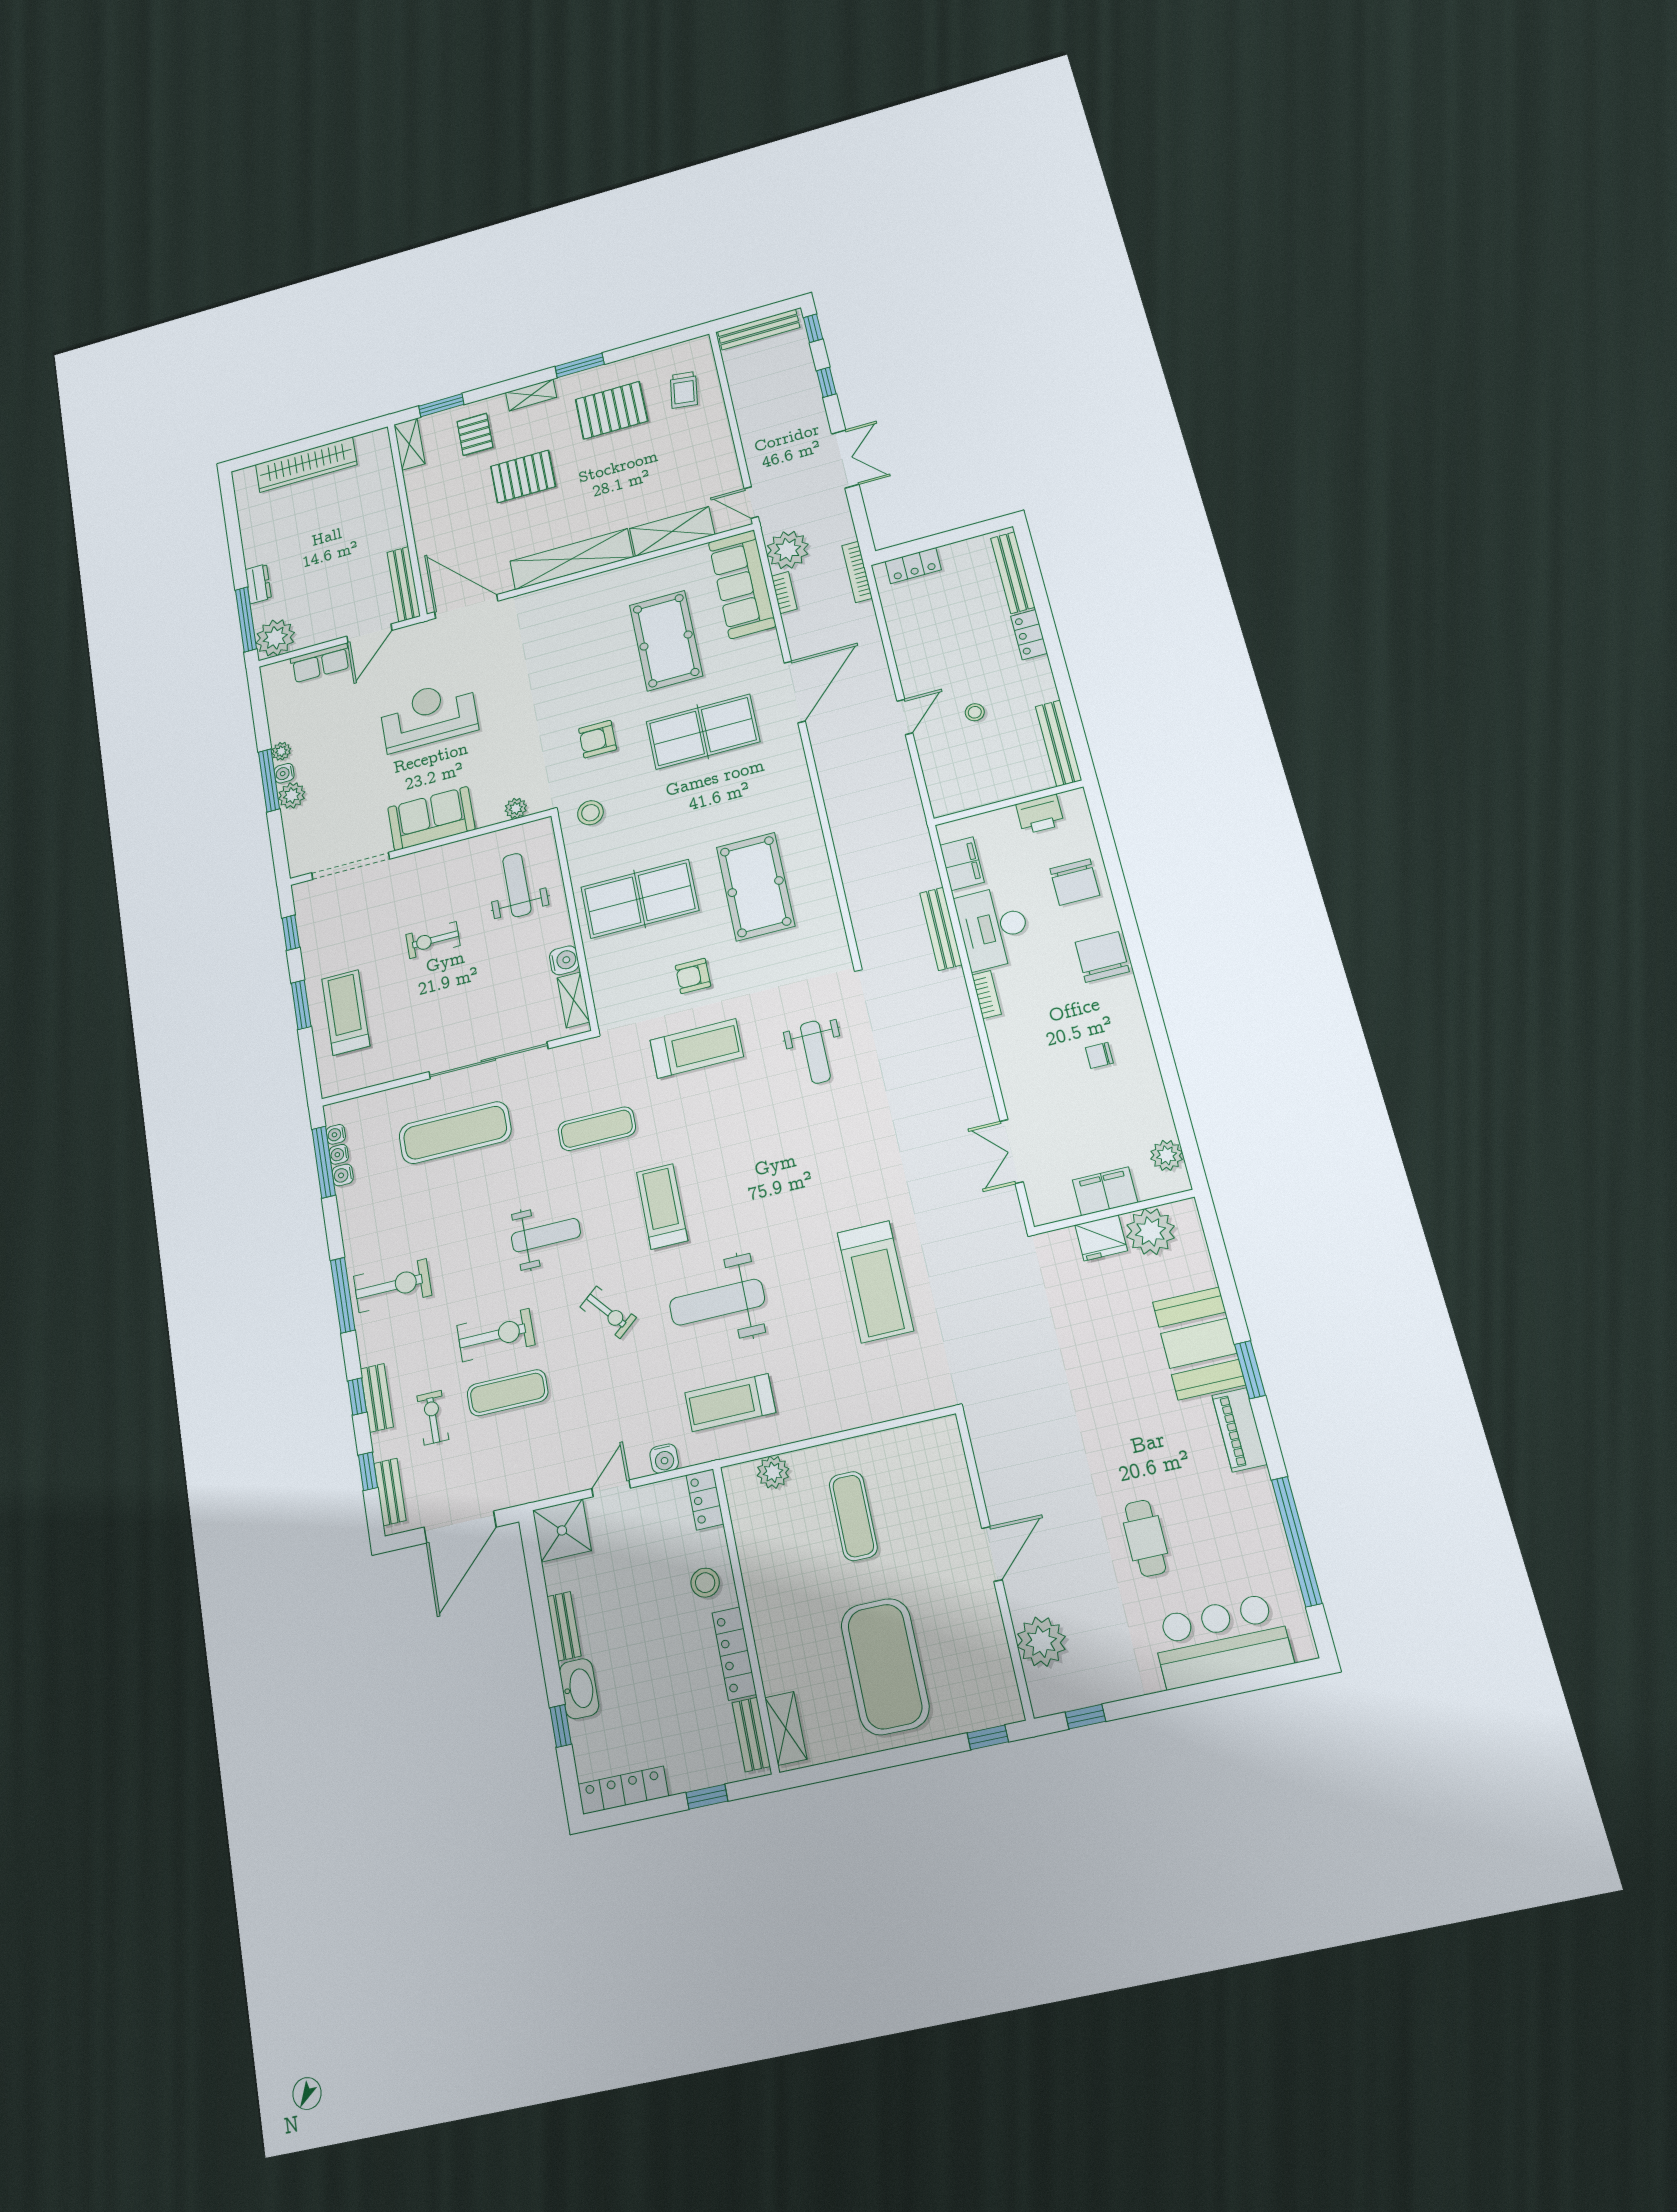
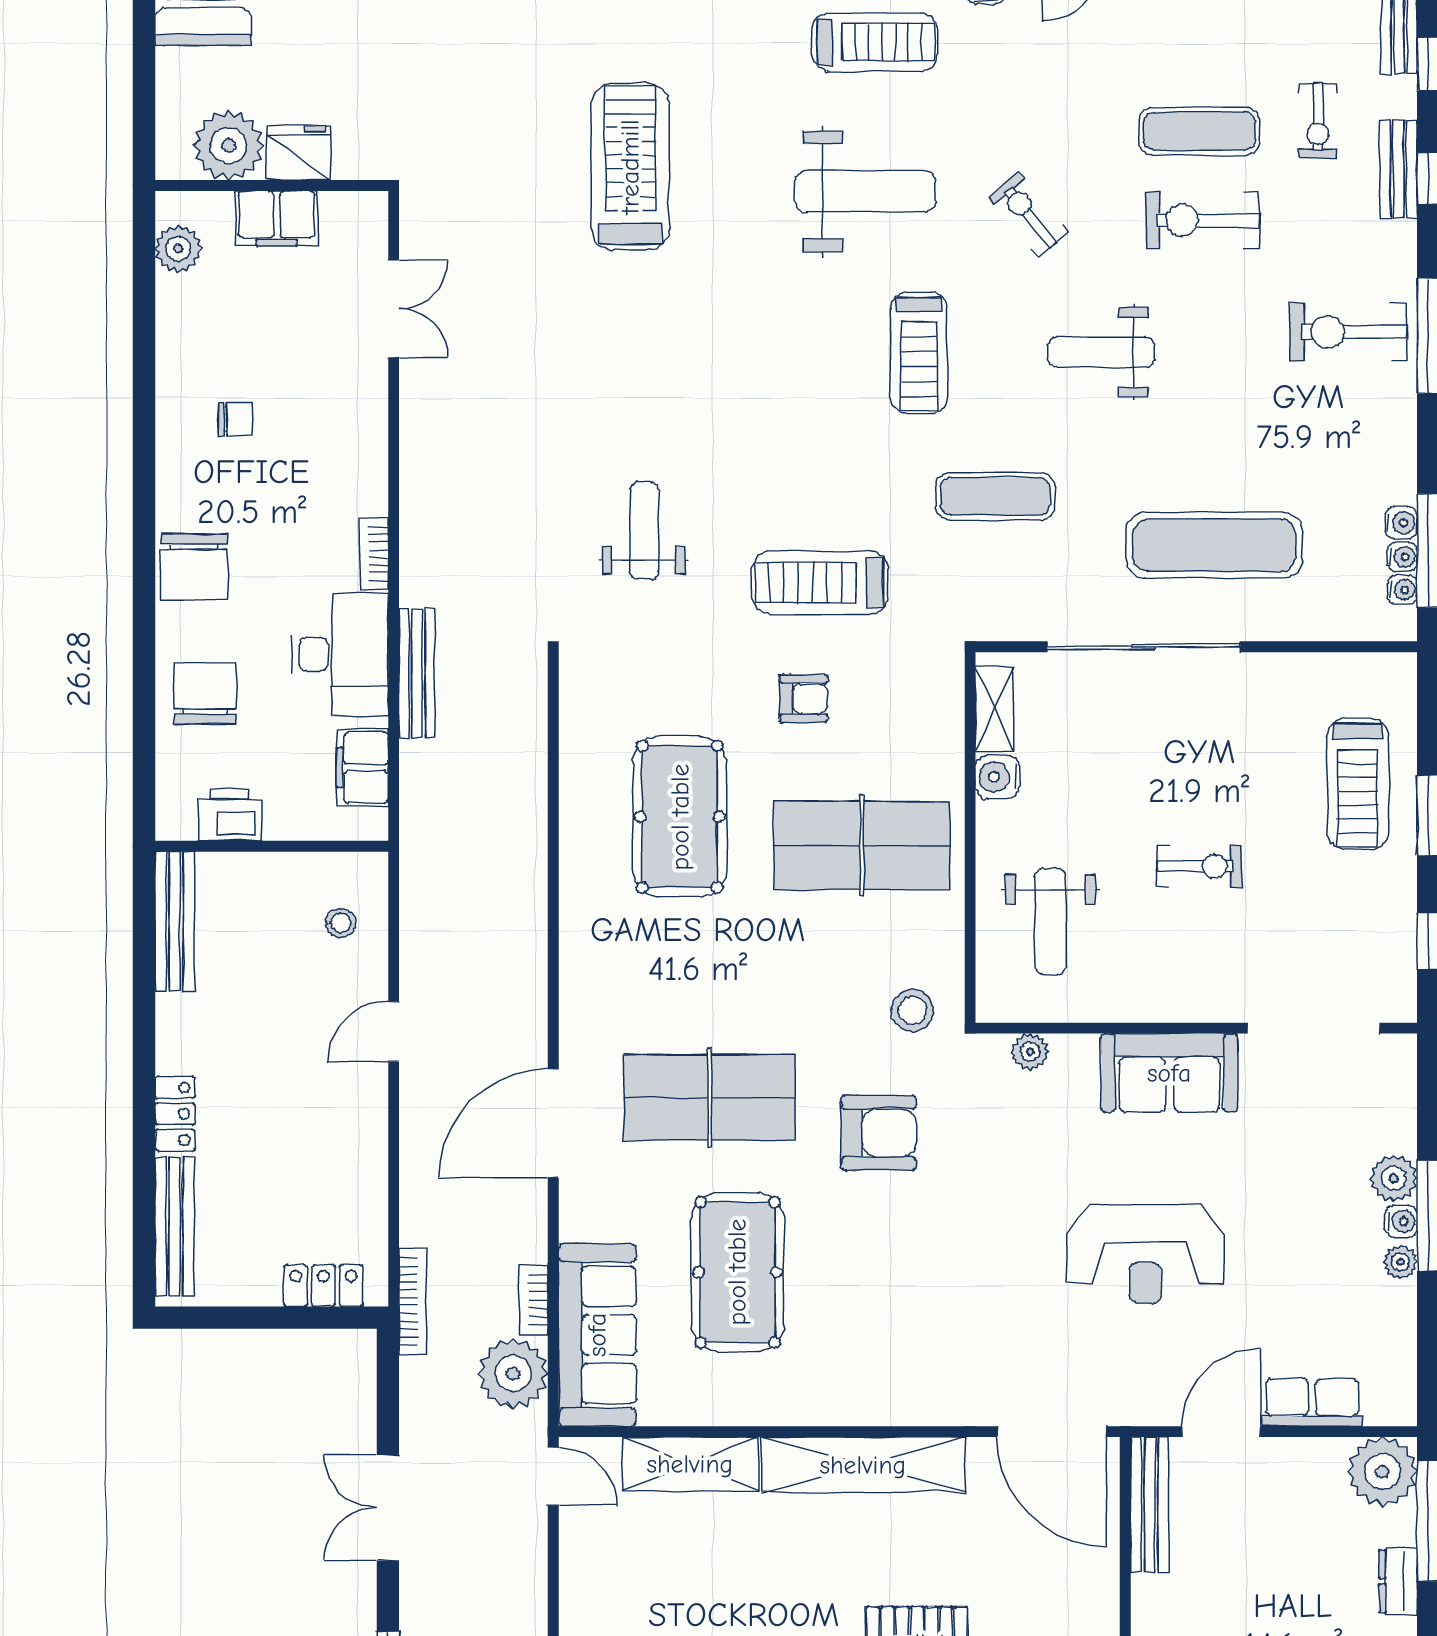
stool: (975, 712) -> (341, 923), moved
armchair: (597, 739) -> (879, 1133), width x1.38, depth x1.38

